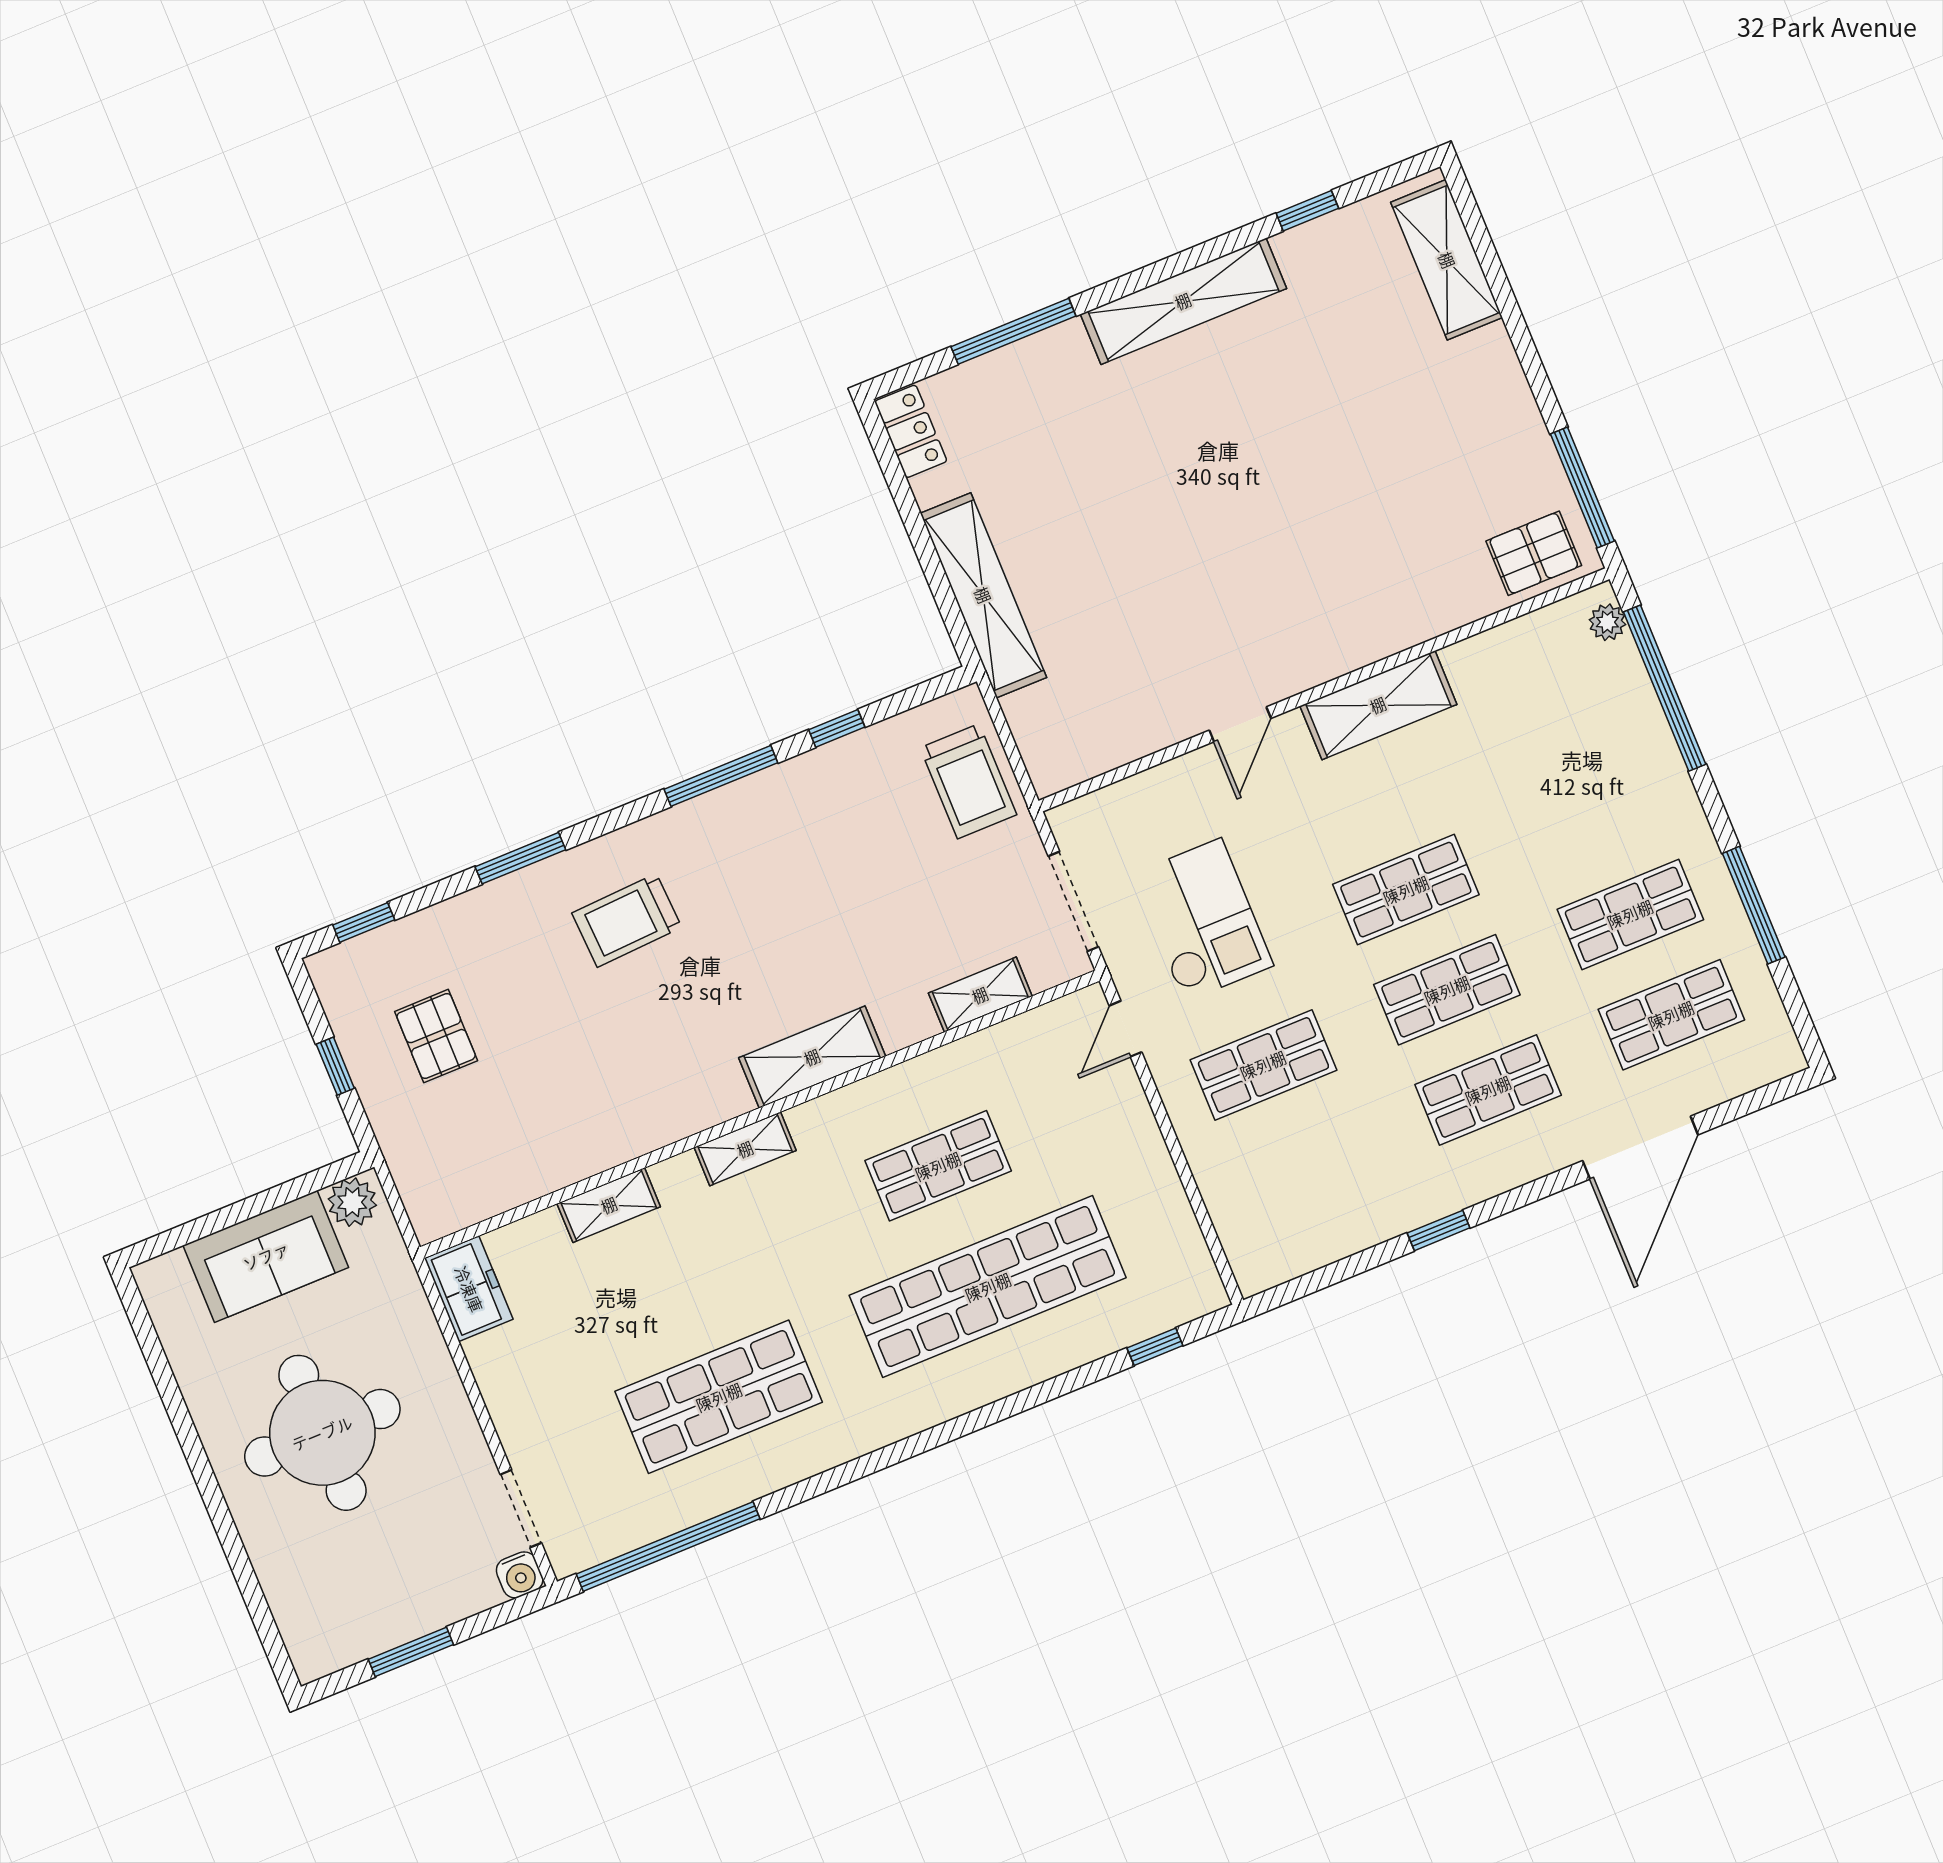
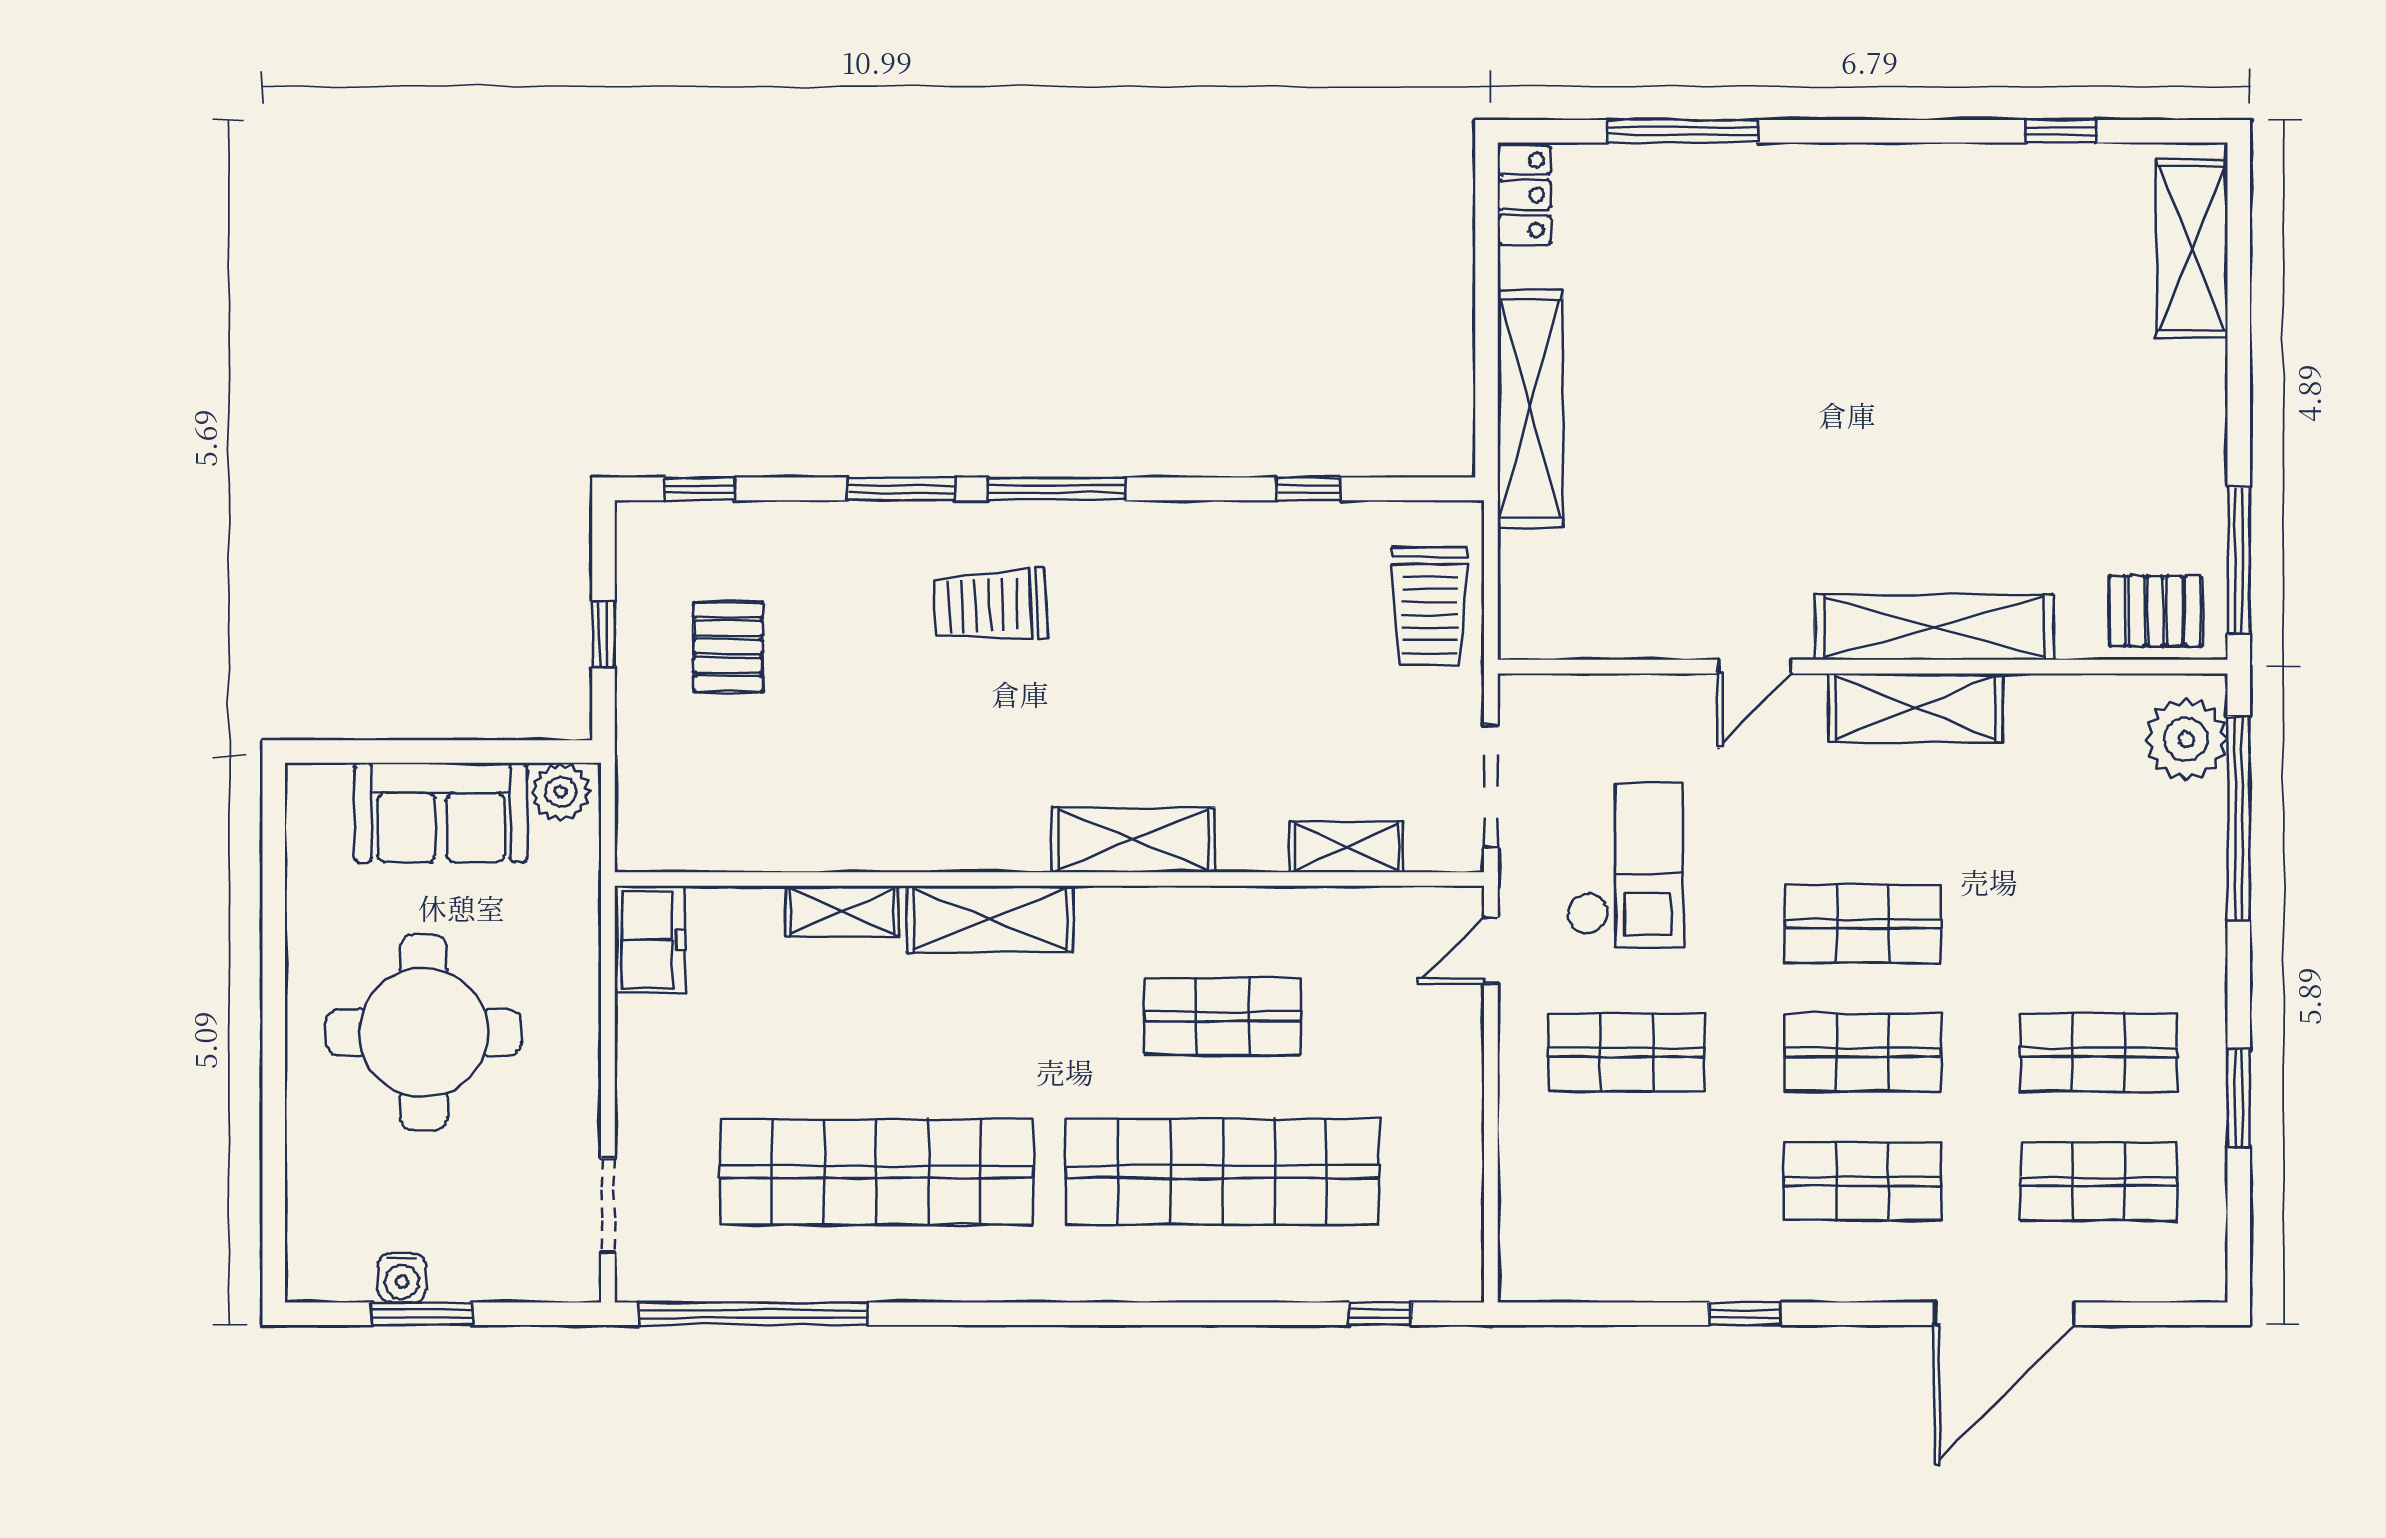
shelving: (1183, 301) -> (1934, 627), moved
plant: (1607, 622) -> (2186, 739), width x1.88, depth x1.88
window: (721, 776) -> (1056, 489), moved
window: (1754, 905) -> (2239, 1098), width x0.69
shelving: (745, 1149) -> (990, 919), width x1.50, depth x1.33
shop shelf: (719, 1397) -> (876, 1172), width x1.40
water cooler: (520, 1575) -> (402, 1278), moved

